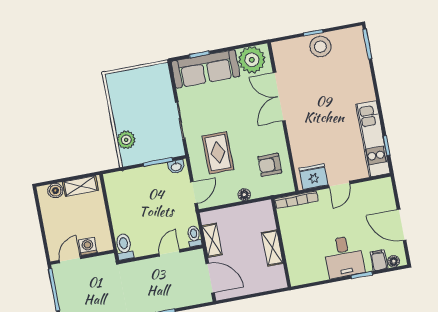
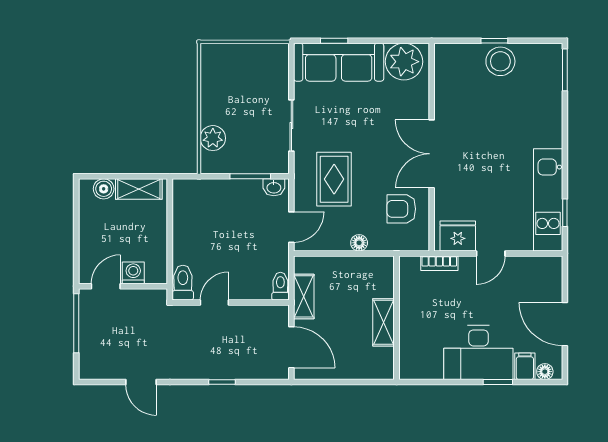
double door: (279, 97) -> (432, 154), moved
bookcase: (297, 200) -> (439, 263), width x0.64
door: (170, 253) -> (214, 303), moved
desk: (344, 257) -> (478, 353), width x1.37

